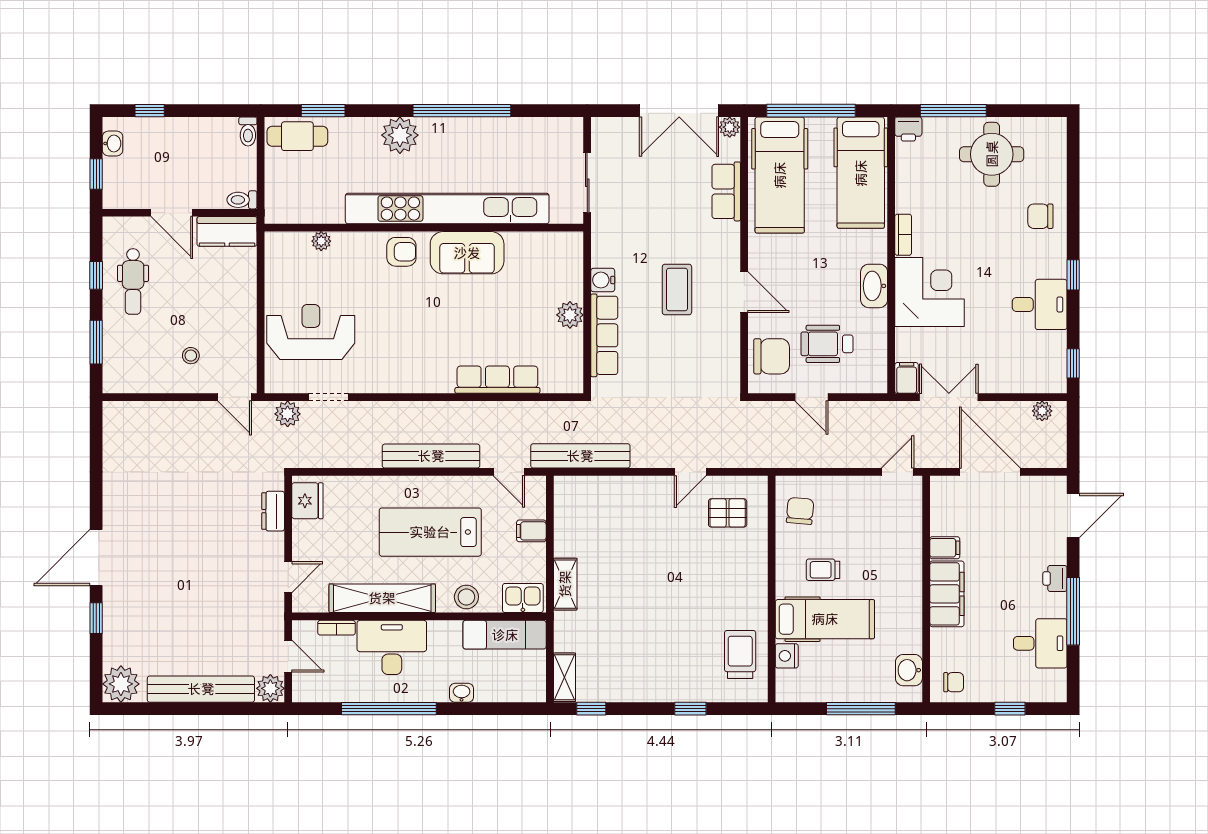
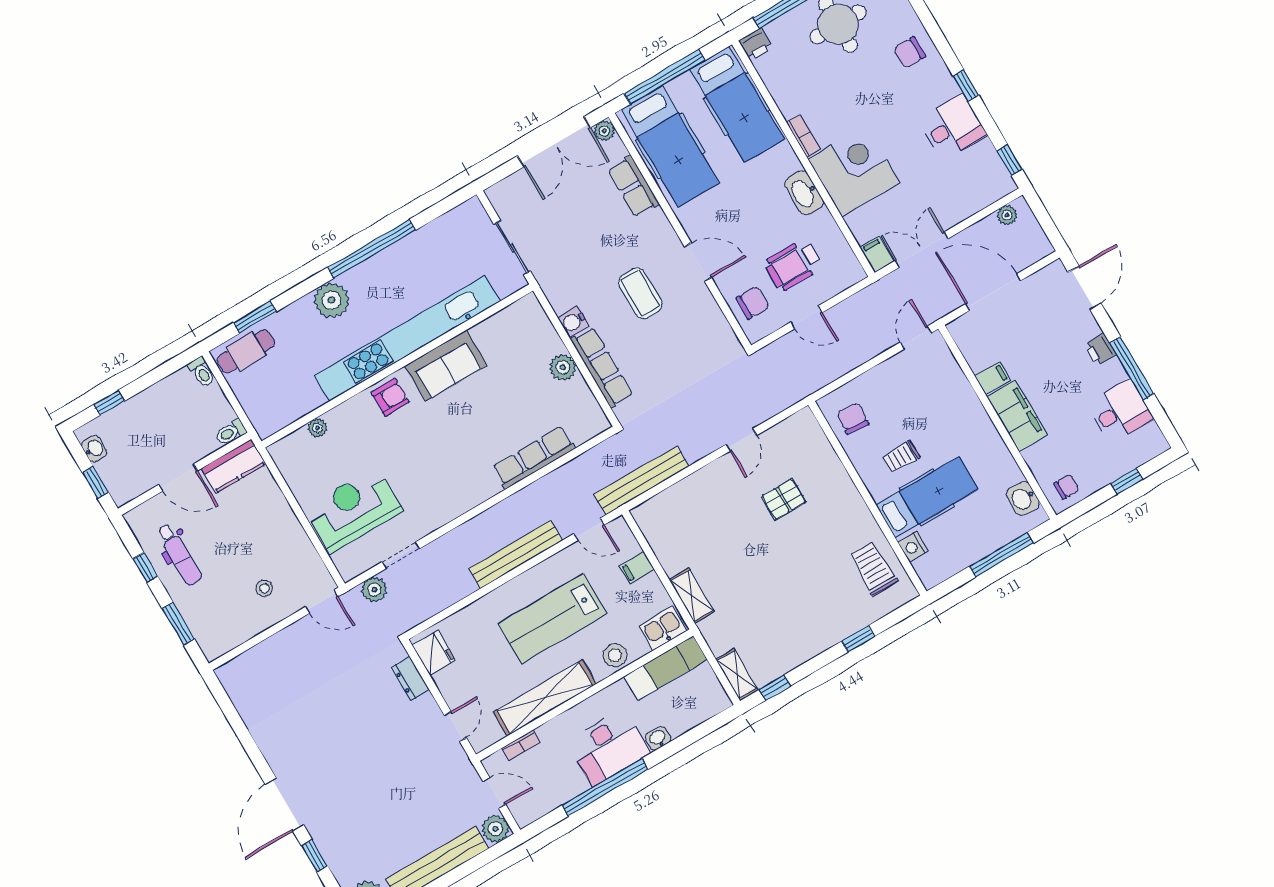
chair: (772, 356) -> (753, 303), width x0.73, depth x0.73
pallet: (728, 513) -> (784, 499), moved
desk: (392, 647) -> (609, 747), moved, turned 180

